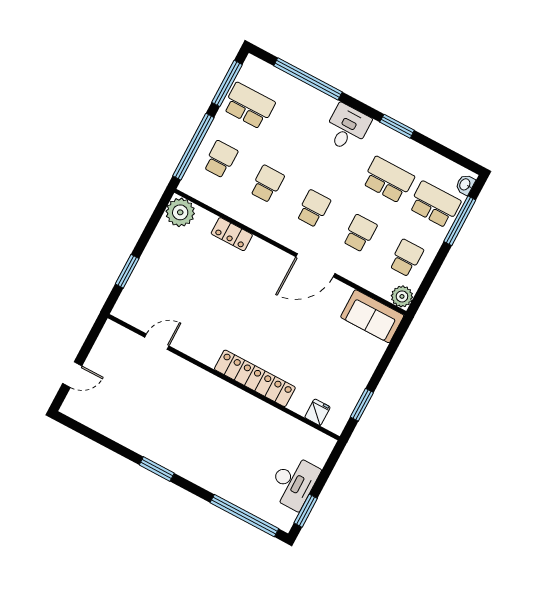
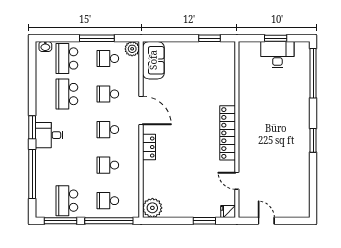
window: (397, 126) -> (32, 127), moved
window: (460, 221) -> (97, 38), moved
locker: (232, 234) -> (149, 147), moved
door: (72, 375) -> (266, 221), moved
locker: (255, 378) -> (228, 133), moved
fridge: (317, 412) -> (228, 212), moved
window: (306, 511) -> (276, 38), moved

